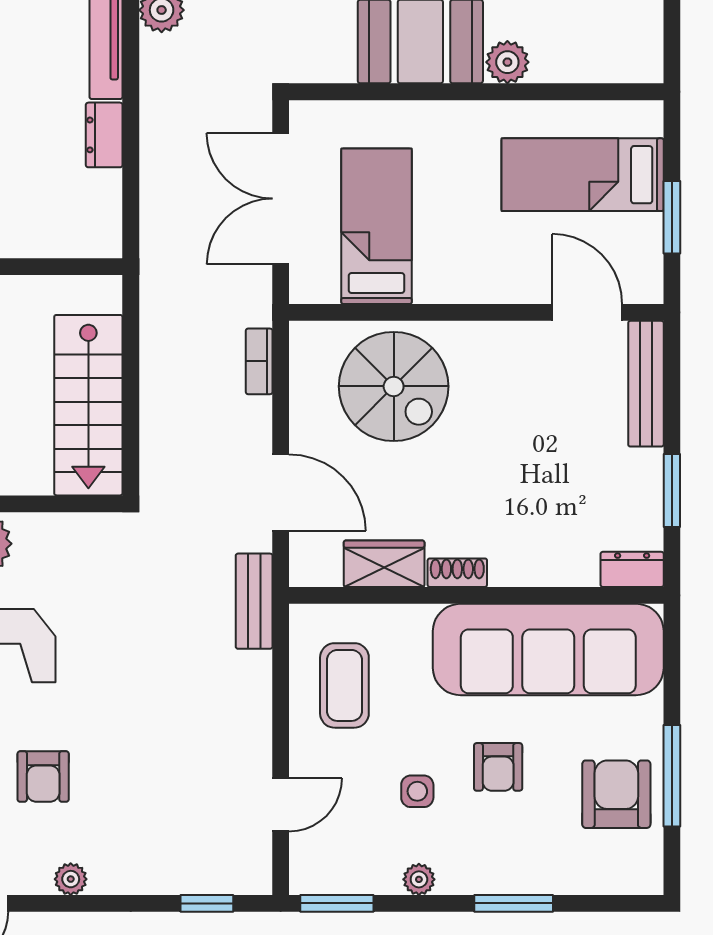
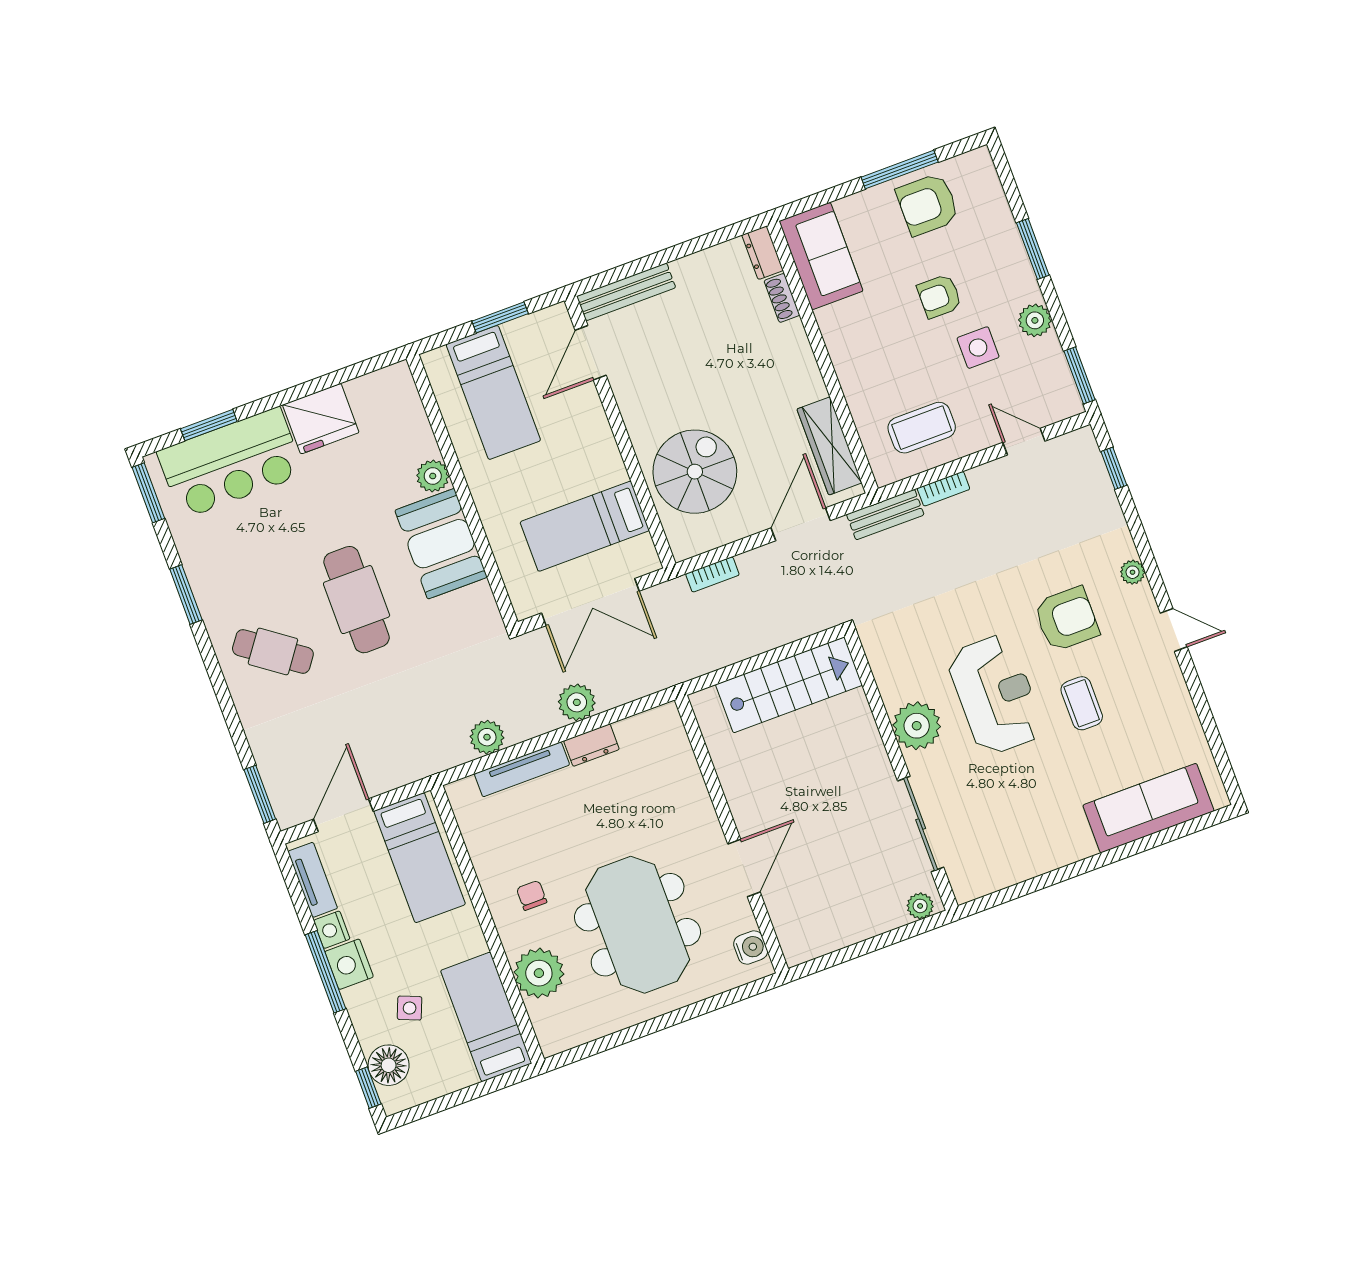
plant: (163, 136) -> (577, 702), added
window: (672, 490) -> (696, 245), removed
wardrobe: (384, 564) -> (829, 446), width x1.50
shoe rack: (457, 573) -> (782, 298), moved
sofa: (548, 650) -> (821, 256), width x0.54, depth x0.79
bookcase: (259, 685) -> (944, 489), added
armchair: (498, 767) -> (939, 296), turned 180
armchair: (43, 777) -> (1066, 619), width x1.38, depth x1.38
side table: (417, 791) -> (978, 348), width x1.37, depth x1.37
plant: (419, 879) -> (1035, 320), width x1.38, depth x1.38

